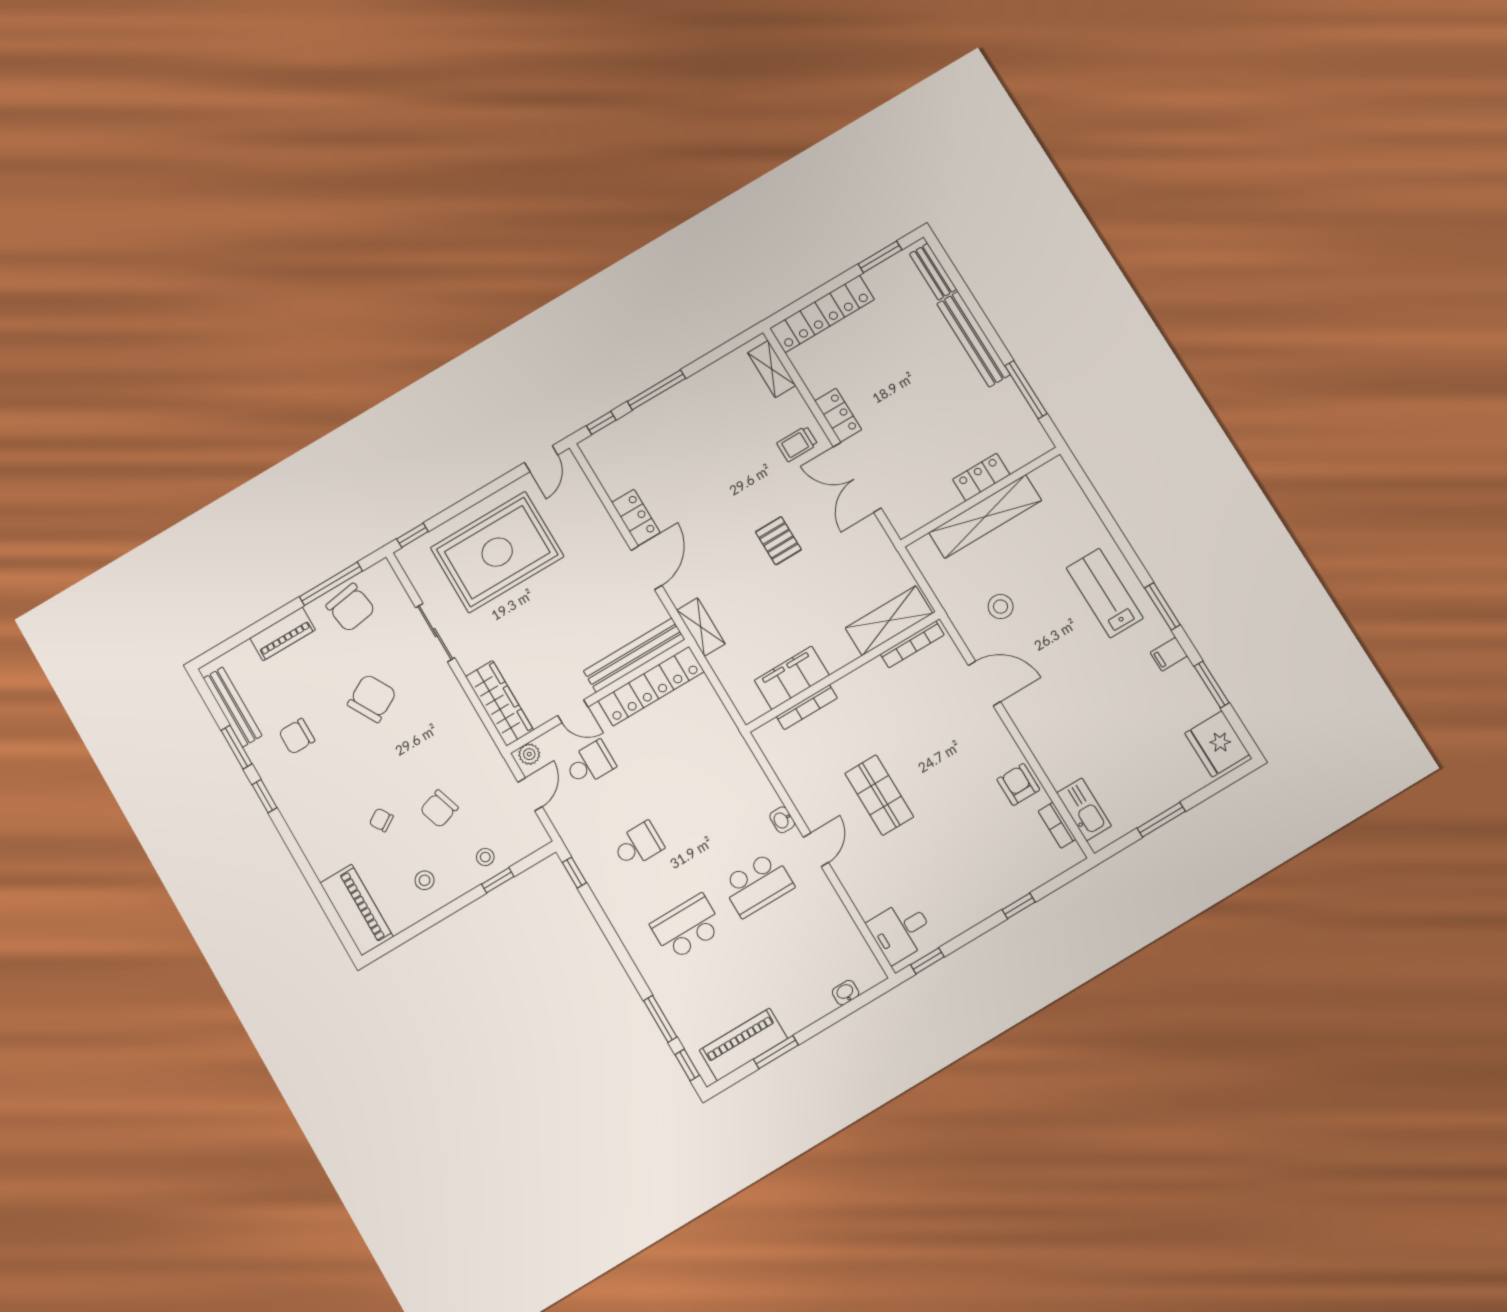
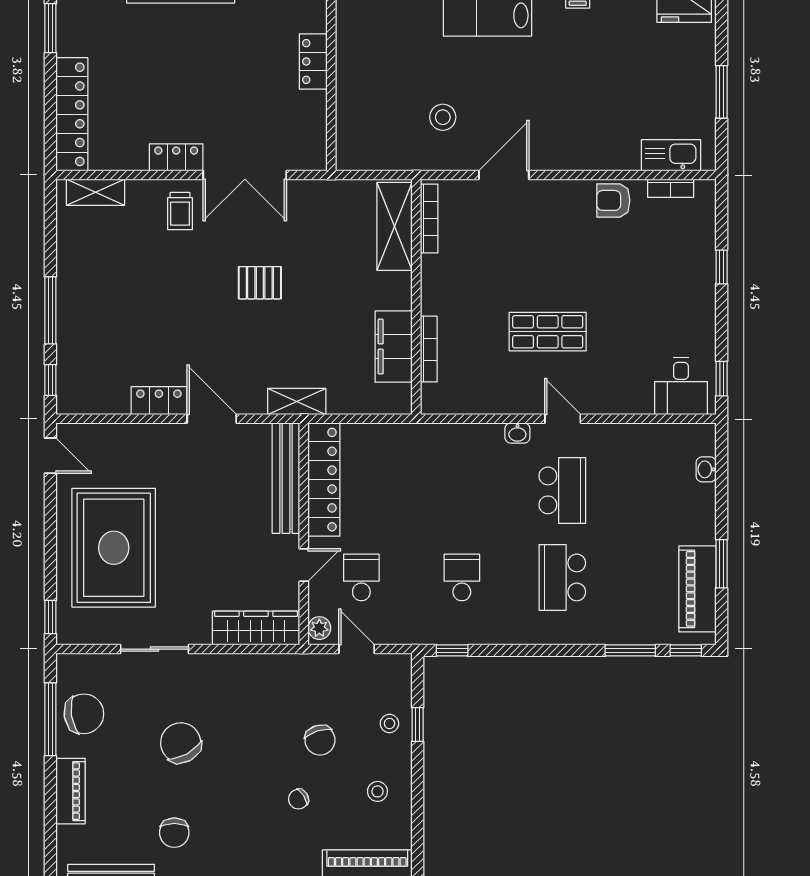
shelving: (985, 517) -> (352, 80), removed

